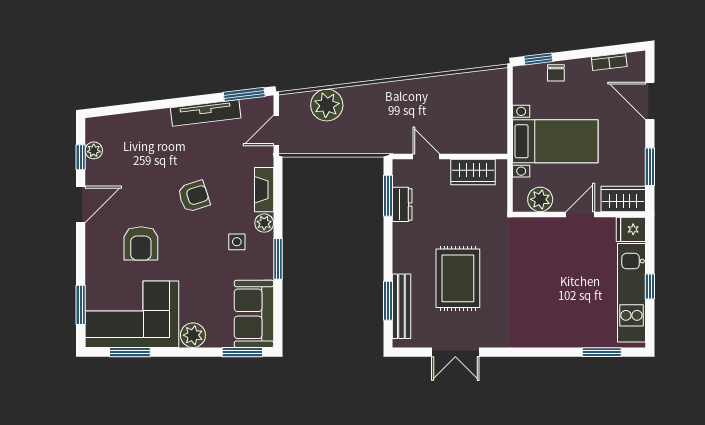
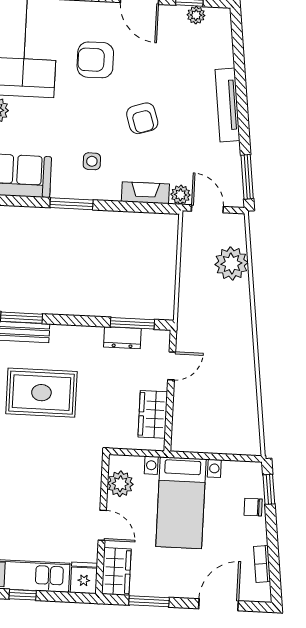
tv unit: (206, 113) -> (228, 105), moved
plant: (264, 223) -> (181, 195), moved

